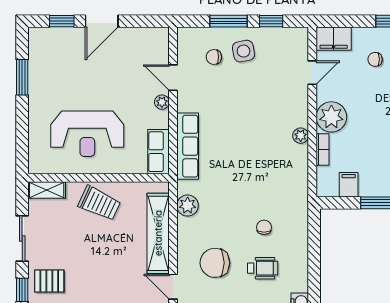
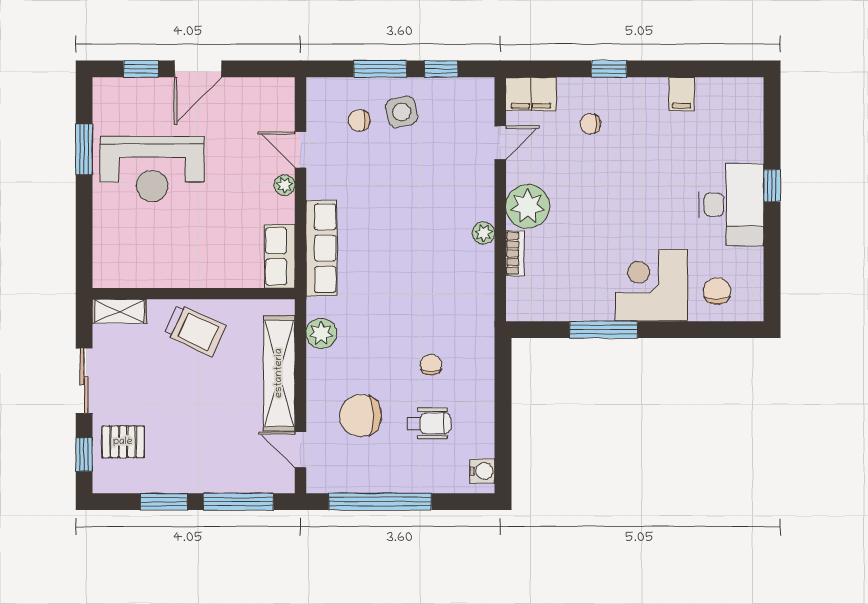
reception desk: (87, 134) -> (152, 169), moved
filing cabinet: (349, 185) -> (552, 304), removed

